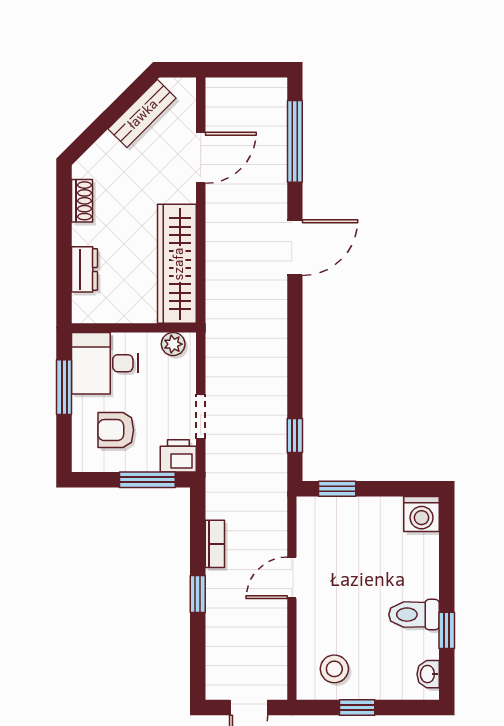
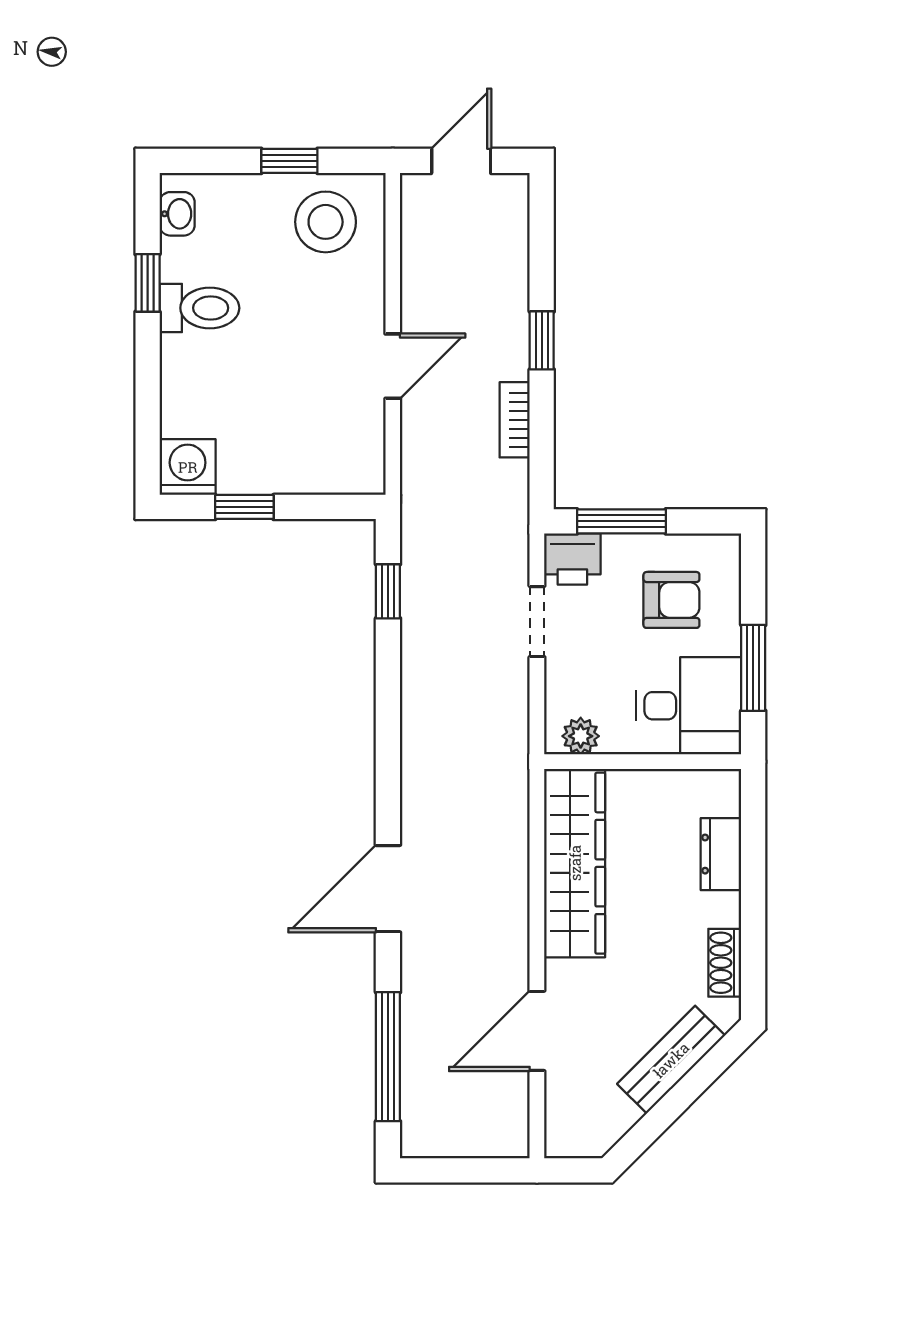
bench: (142, 113) -> (671, 1060), moved
window: (337, 489) -> (244, 507), moved
stool: (334, 669) -> (326, 222), width x1.38, depth x1.38

